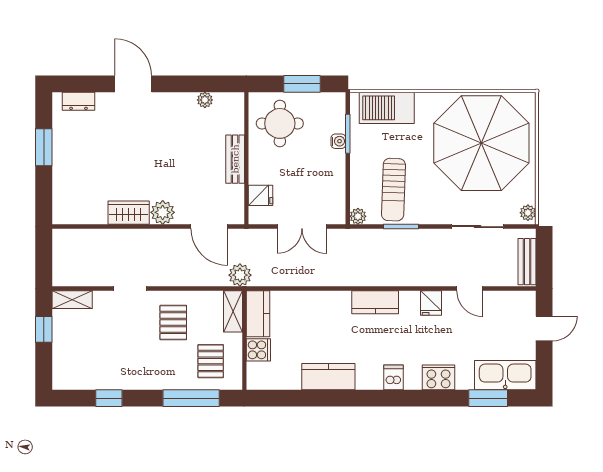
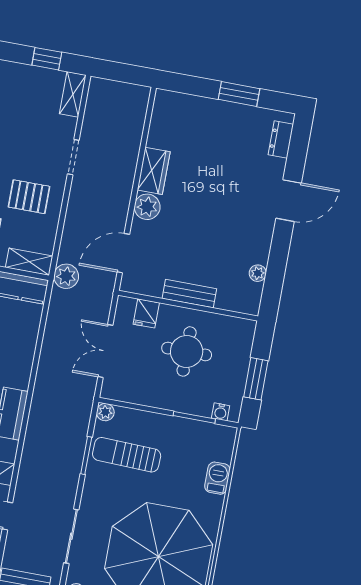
barbecue: (387, 108) -> (217, 478), width x0.53, depth x0.65
round table: (280, 123) -> (187, 351), moved
water cooler: (338, 141) -> (221, 412), moved

